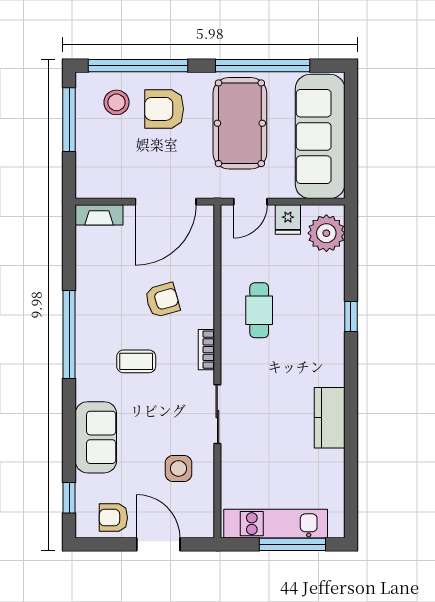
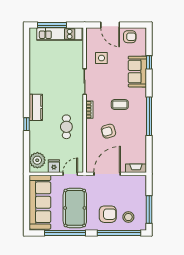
kitchen counter: (330, 418) -> (36, 107), moved
window: (69, 498) -> (149, 62), moved

